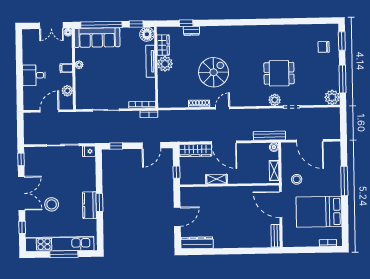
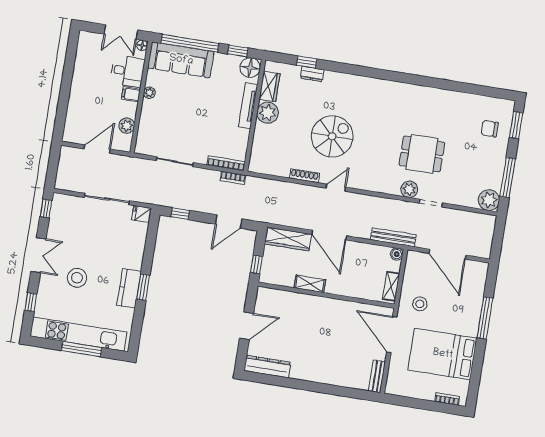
desk: (34, 75) -> (127, 71), moved, turned 180
double door: (22, 193) -> (38, 255), width x0.73

